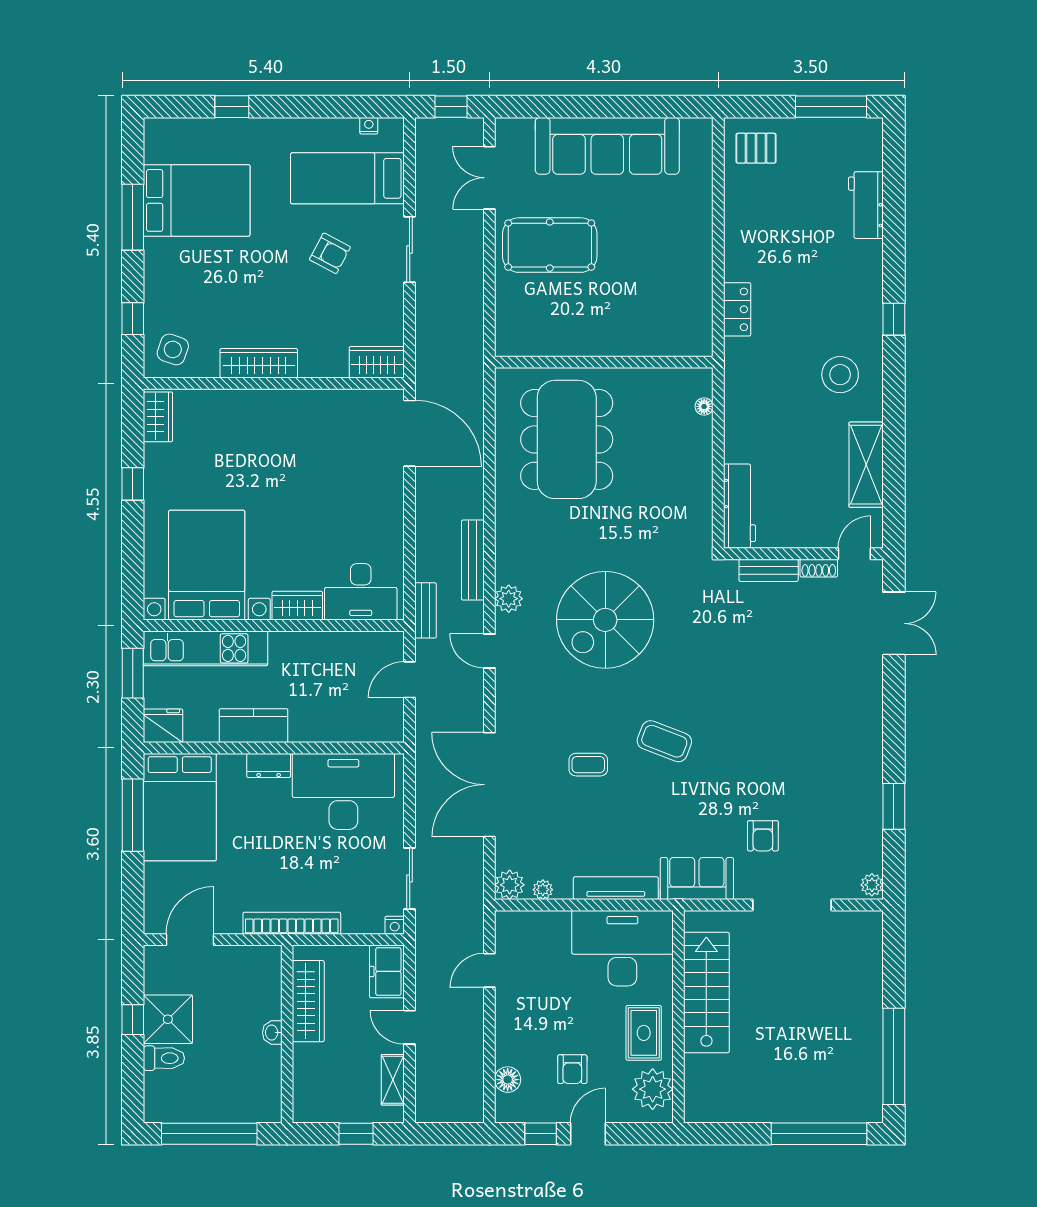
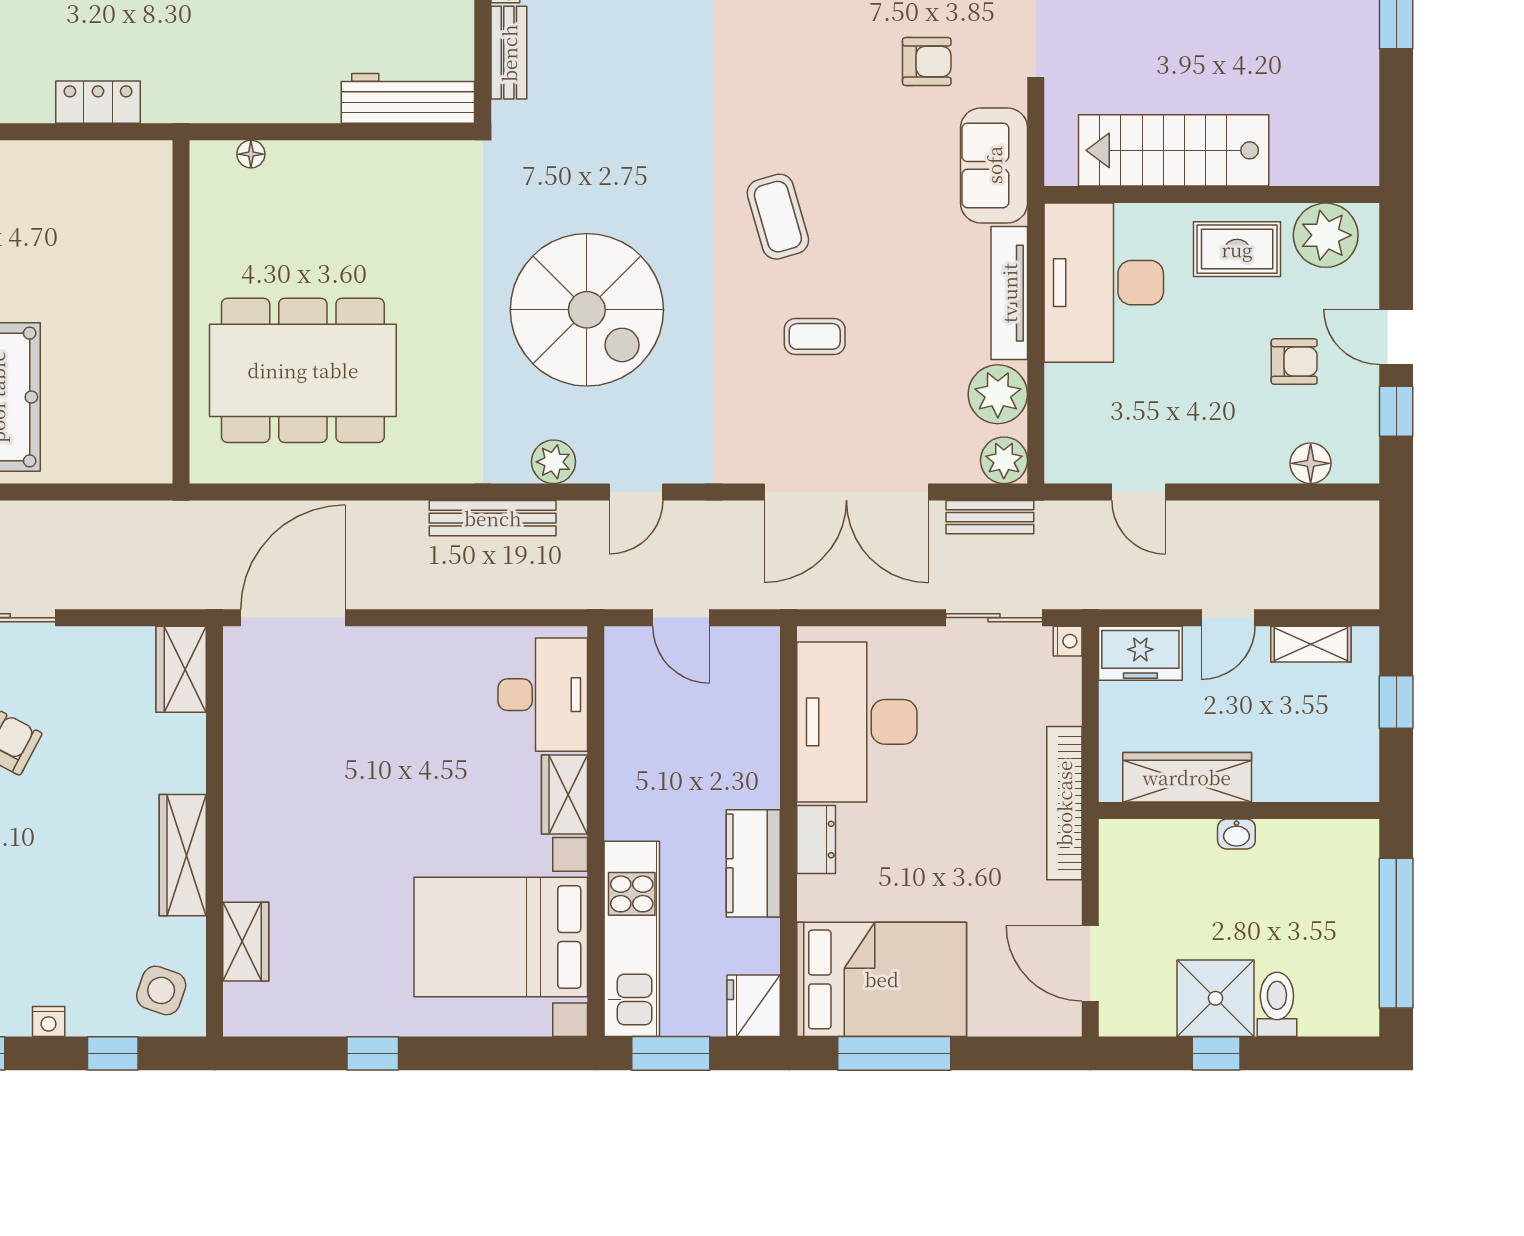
nightstand: (153, 278) -> (49, 1022), added
wardrobe: (158, 417) -> (246, 942), moved, turned 90
bench: (425, 610) -> (990, 517), moved
coffee table: (664, 741) -> (778, 217), turned -37
coffee table: (588, 765) -> (815, 336), turned 90
plant: (543, 890) -> (998, 394), width x1.88, depth x1.88

